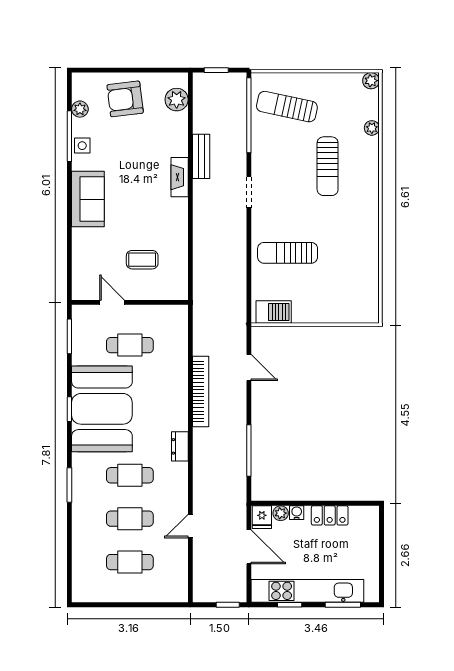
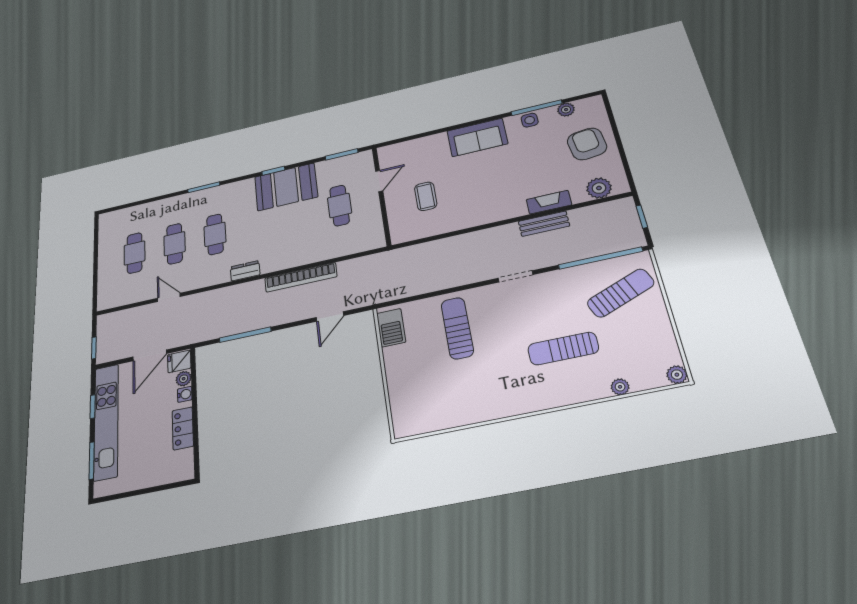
sun lounger: (287, 107) -> (621, 293), turned 56
fireplace: (180, 177) -> (549, 202), moved
booth: (102, 409) -> (286, 187), width x0.73, depth x0.70

